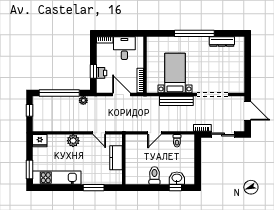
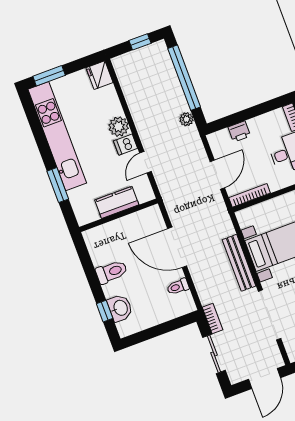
window: (93, 71) -> (237, 118), removed
door: (154, 133) -> (177, 247), width x1.88
dishwasher: (85, 141) -> (125, 145), added
kitchen unit: (57, 178) -> (57, 136), width x1.36

